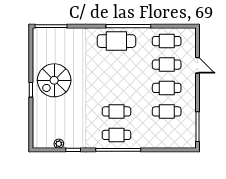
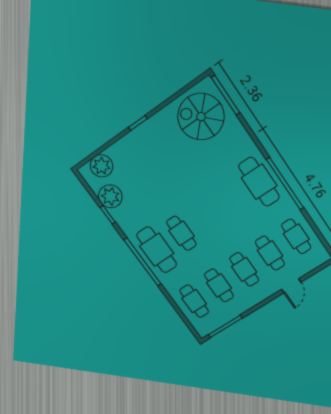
spiral stairs: (54, 80) -> (201, 117), moved
plant: (41, 131) -> (101, 166), added
cafe table: (116, 135) -> (157, 250), width x1.37, depth x1.35
cafe table: (167, 135) -> (194, 301), added
plant: (59, 144) -> (110, 196), width x1.88, depth x1.88

